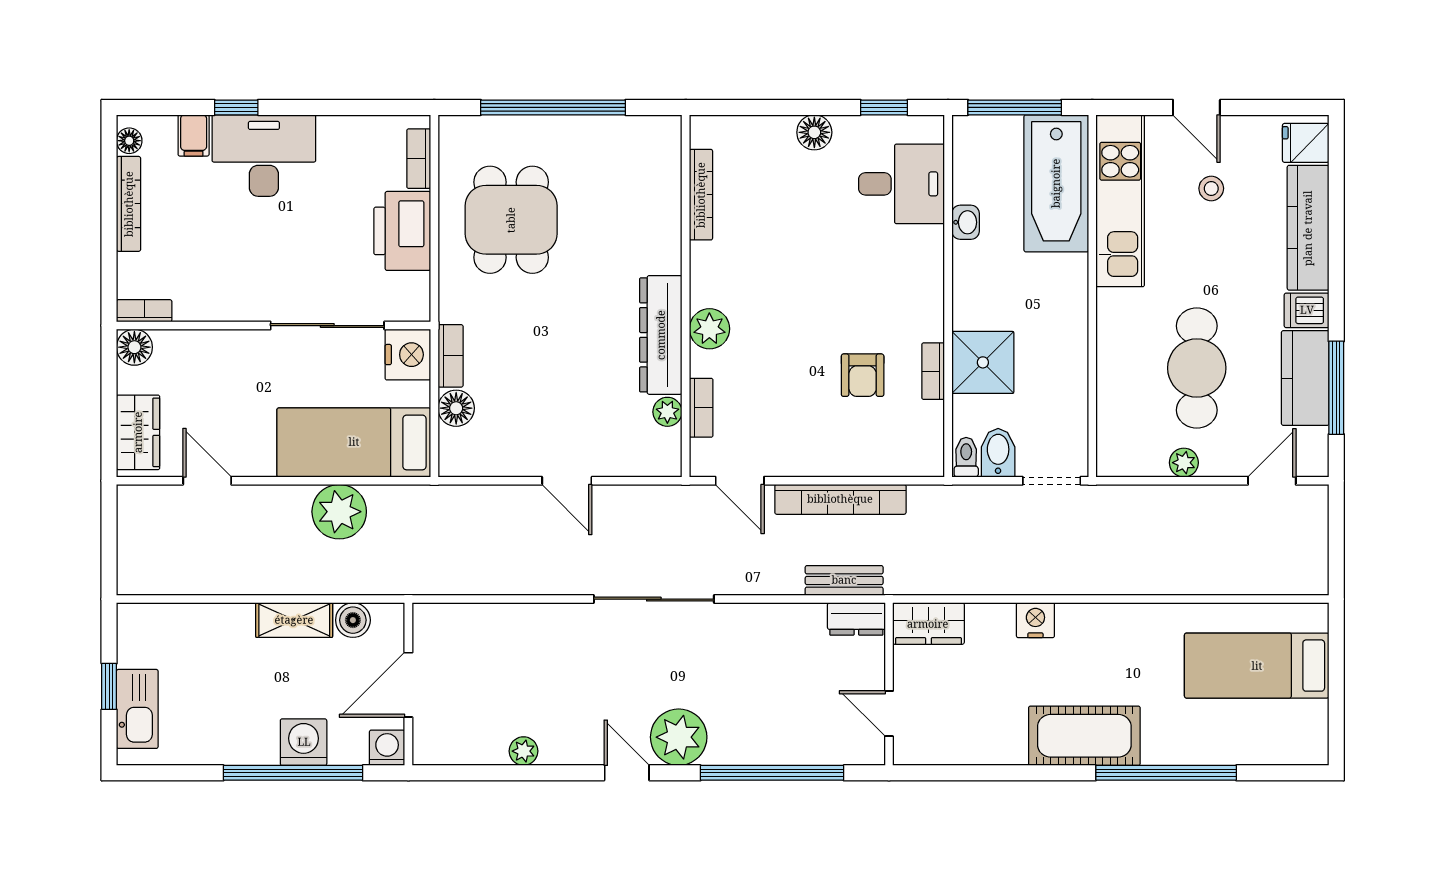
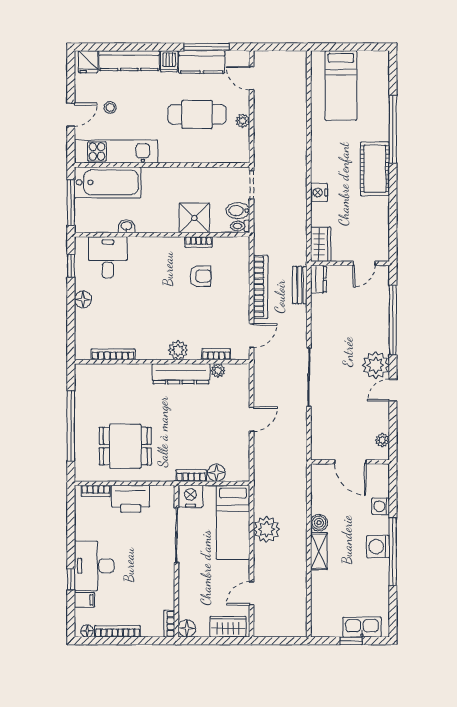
wall: (408, 684) -> (350, 462), moved
door: (408, 685) -> (350, 462), moved

